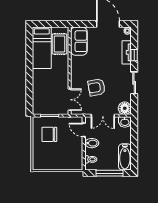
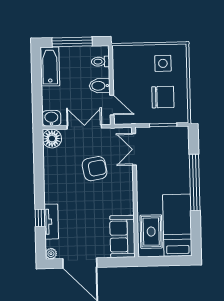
window: (29, 76) -> (195, 182), added
sliding door: (134, 83) -> (39, 177), removed
side table: (49, 157) -> (163, 63), added

